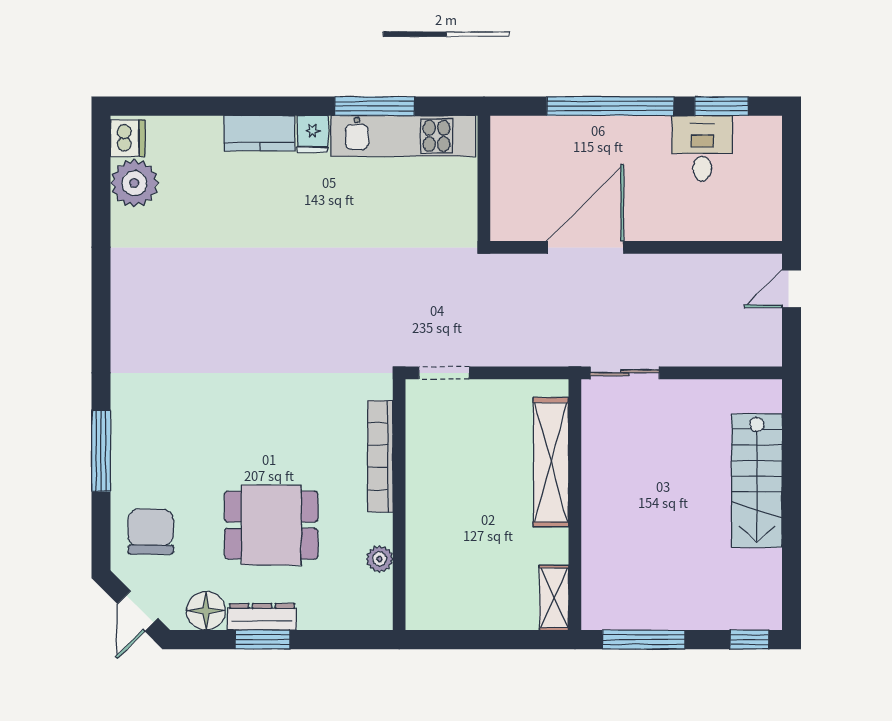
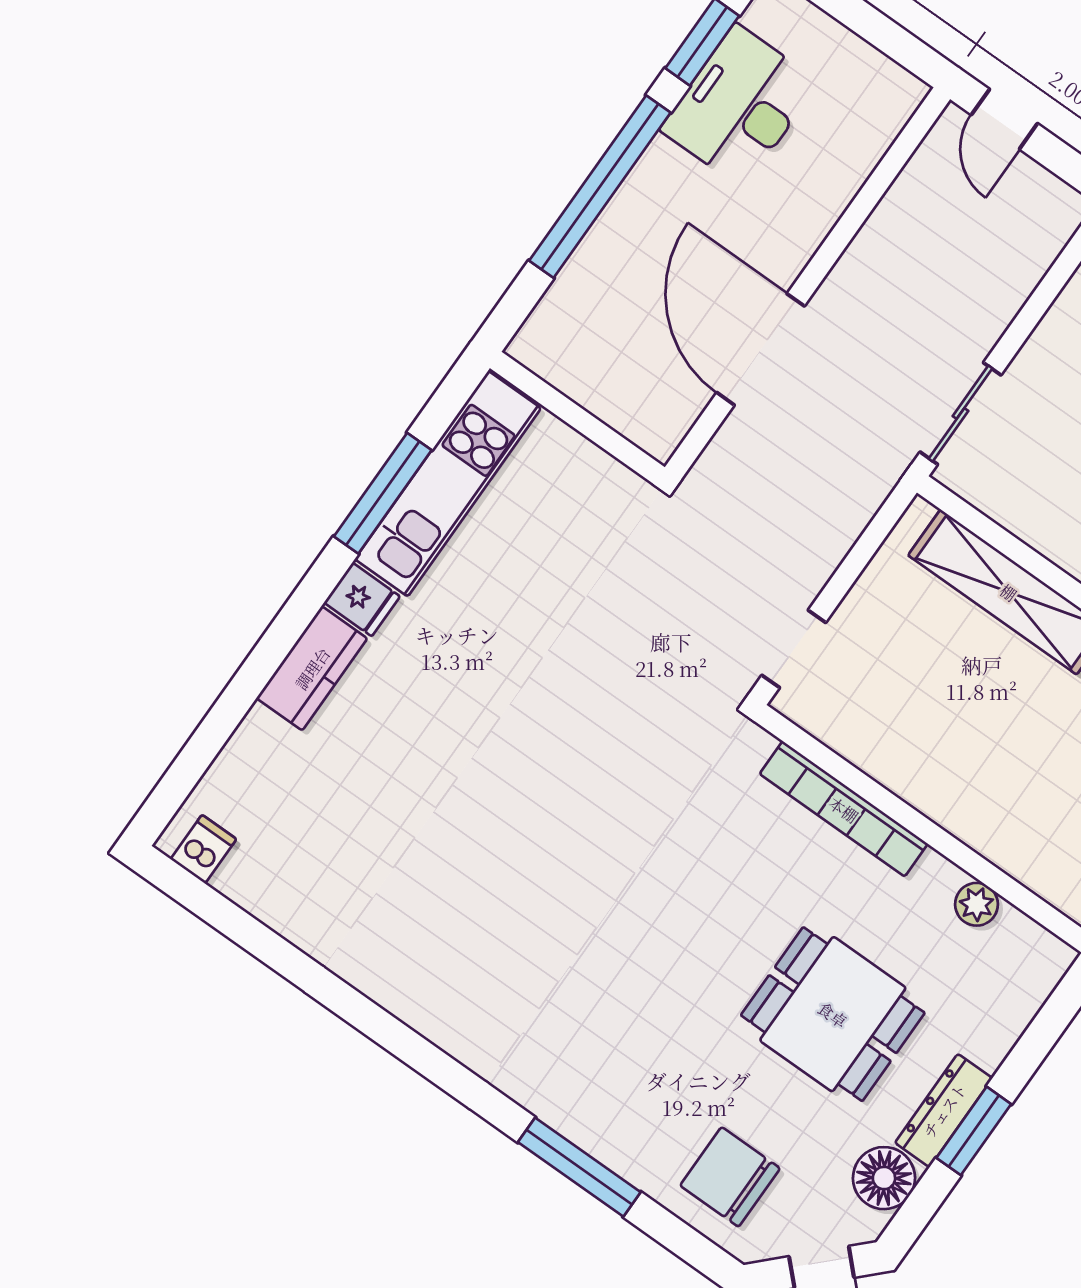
dishwasher: (128, 138) -> (203, 849), width x0.73
desk: (702, 148) -> (740, 106), width x1.37
plant: (134, 183) -> (262, 877), removed
dining table: (271, 525) -> (833, 1014), turned 90

